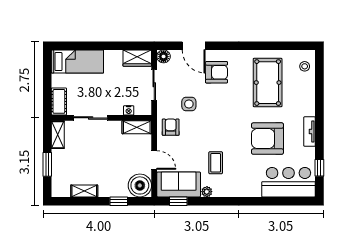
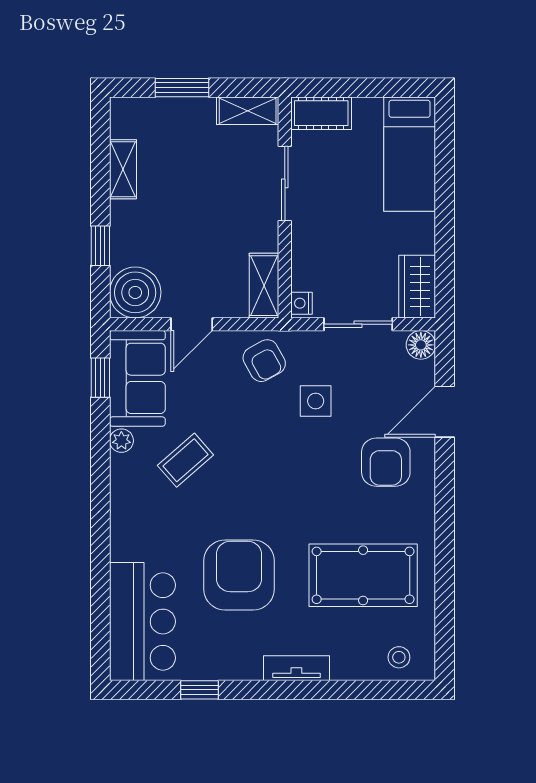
nightstand: (129, 110) -> (301, 303), moved
armchair: (171, 127) -> (264, 361), turned 61
tv unit: (310, 132) -> (296, 668), moved
coffee table: (216, 163) -> (185, 460), turned -41
window: (319, 168) -> (199, 690), moved

